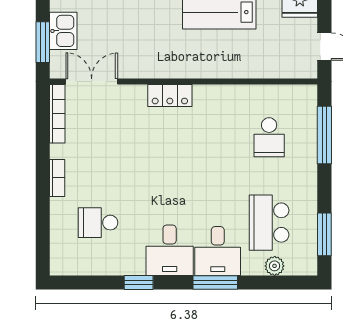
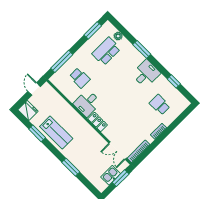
school desk: (269, 137) -> (80, 78), turned 90
school desk: (98, 223) -> (160, 105), turned 180
school desk: (269, 223) -> (106, 51), turned 180
desk: (218, 251) -> (87, 103), moved, turned 180
window: (139, 283) -> (174, 81), moved

